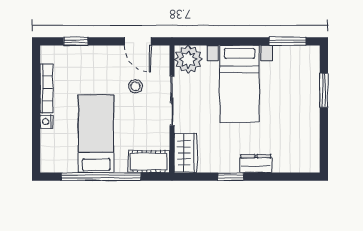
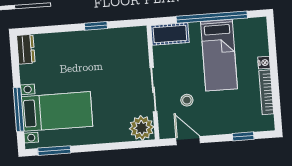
bed with nightstands: (240, 84) -> (57, 111), moved, turned 90
window: (324, 90) -> (19, 109), width x1.44
wardrobe: (186, 153) -> (138, 44), removed
dresser: (256, 164) -> (26, 49), moved, turned -90

